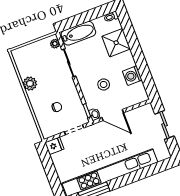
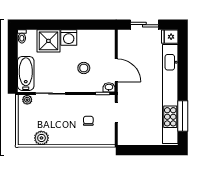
washing machine: (132, 76) -> (69, 37), moved
plant: (30, 83) -> (41, 138), moved
door: (113, 115) -> (116, 70), hinge flipped
fridge: (54, 146) -> (170, 37), moved, turned -90

